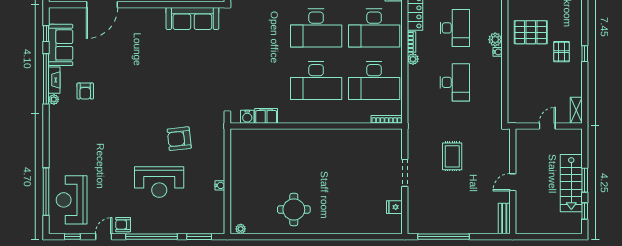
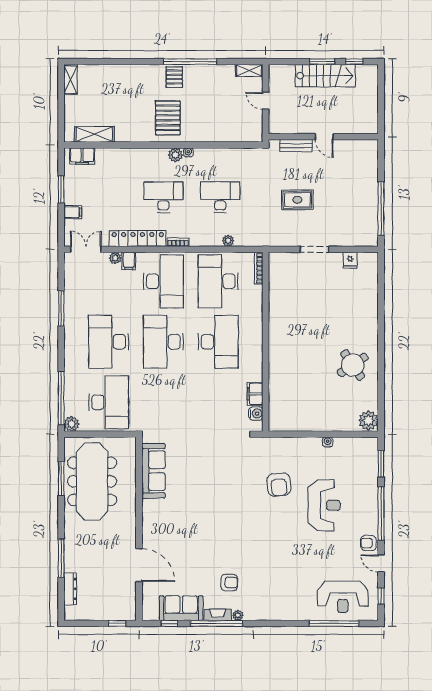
desk: (316, 28) -> (163, 342), turned 180
pallet: (562, 52) -> (174, 77), moved, turned 90
window: (585, 54) -> (190, 62), width x3.17
plant: (413, 59) -> (228, 241), moved
desk: (374, 80) -> (218, 281), turned 180
round table: (294, 209) -> (353, 365), turned -34
bench: (504, 219) -> (296, 146), moved
armchair: (123, 225) -> (368, 543), turned 90
plant: (241, 229) -> (368, 420), width x1.87, depth x1.87

